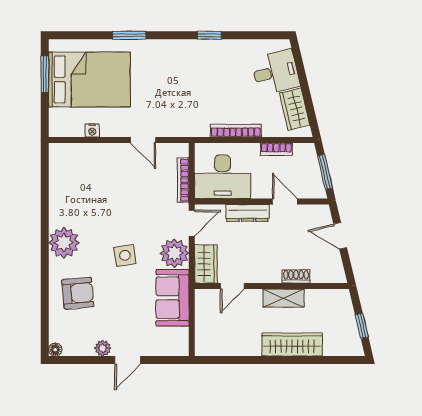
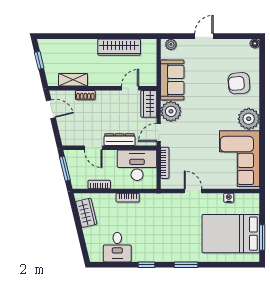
window: (129, 35) -> (186, 265), moved
desk: (276, 72) -> (117, 247), moved, turned -77
bookcase: (236, 131) -> (128, 198), width x0.64
corner sofa: (77, 186) -> (239, 159), added
door: (340, 236) -> (51, 109), moved
side table: (125, 255) -> (206, 110), removed
shelving: (283, 298) -> (73, 80), moved
wardrobe: (292, 344) -> (119, 47), moved
plant: (103, 348) -> (171, 44), moved

